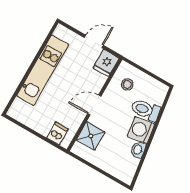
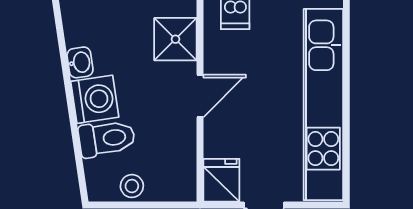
kitchen unit: (43, 70) -> (323, 105), width x1.36
stool: (127, 84) -> (132, 186), moved

